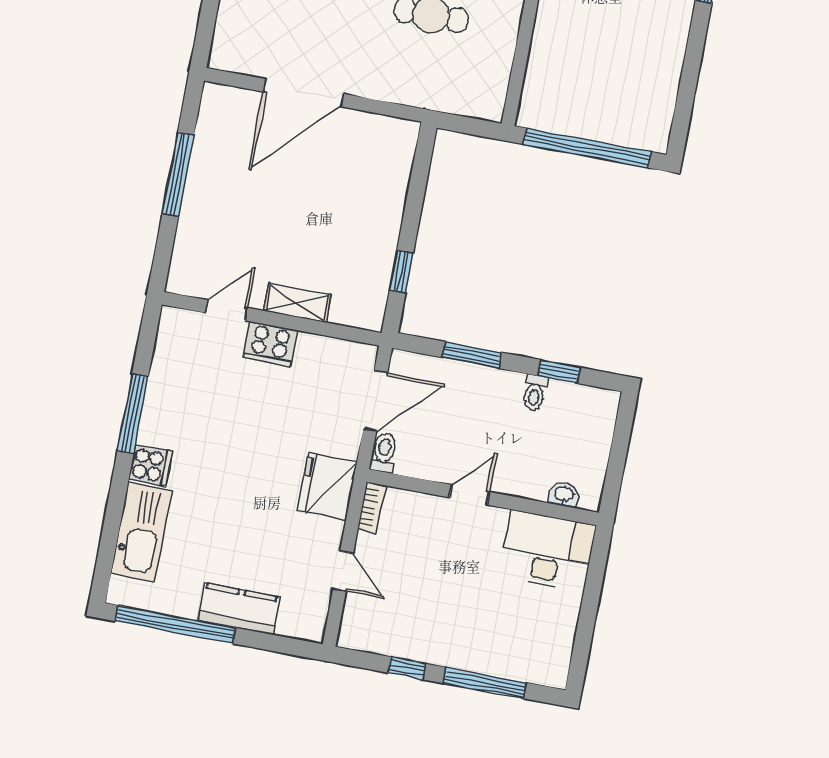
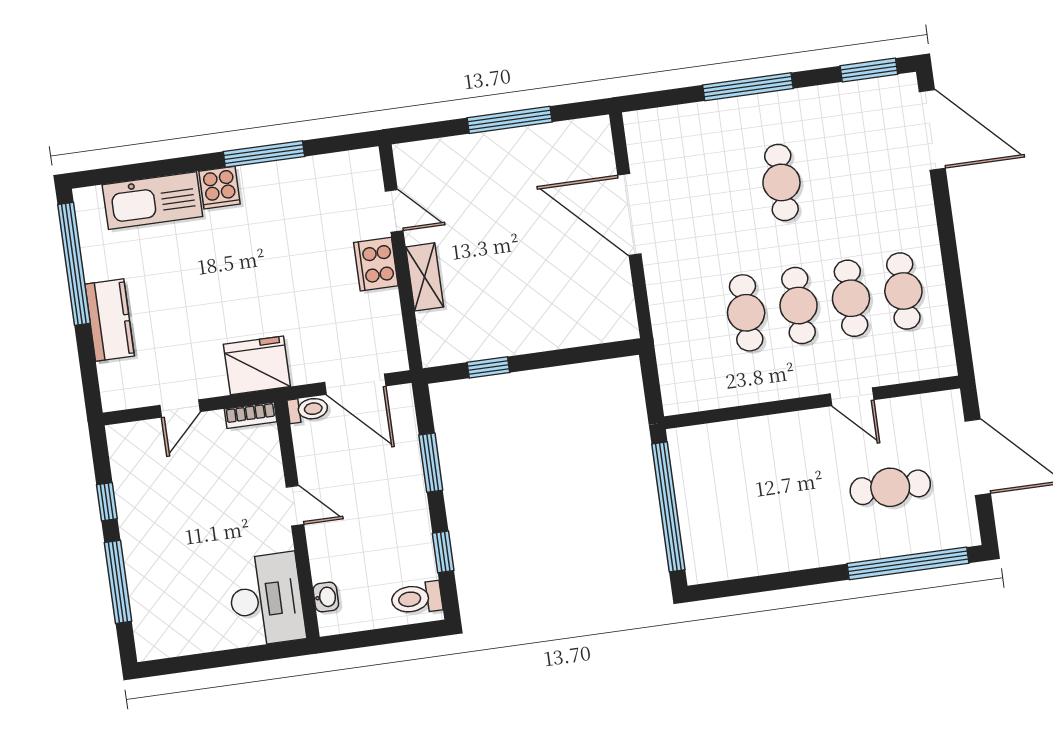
toilet: (535, 393) -> (416, 598), moved, width x1.37, depth x1.39

